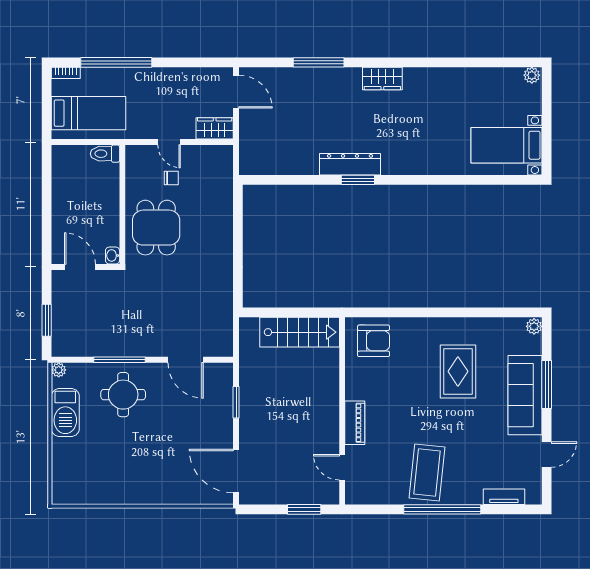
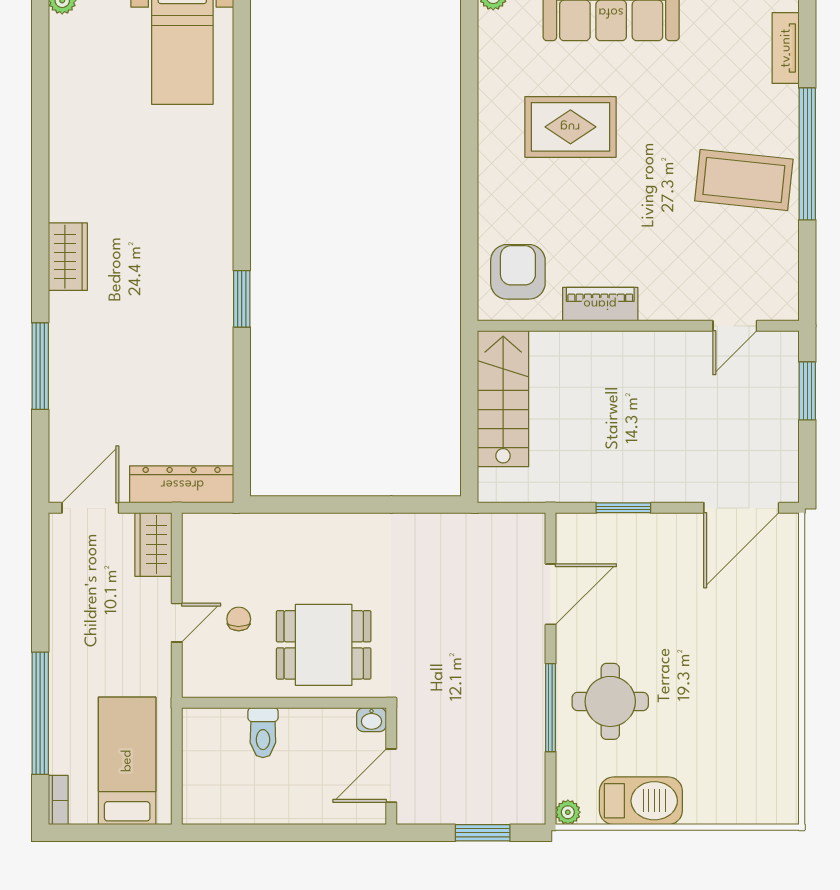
toilet: (105, 154) -> (263, 733), moved
dresser: (350, 164) -> (182, 484), moved, turned 90
piano: (355, 423) -> (600, 304), moved

